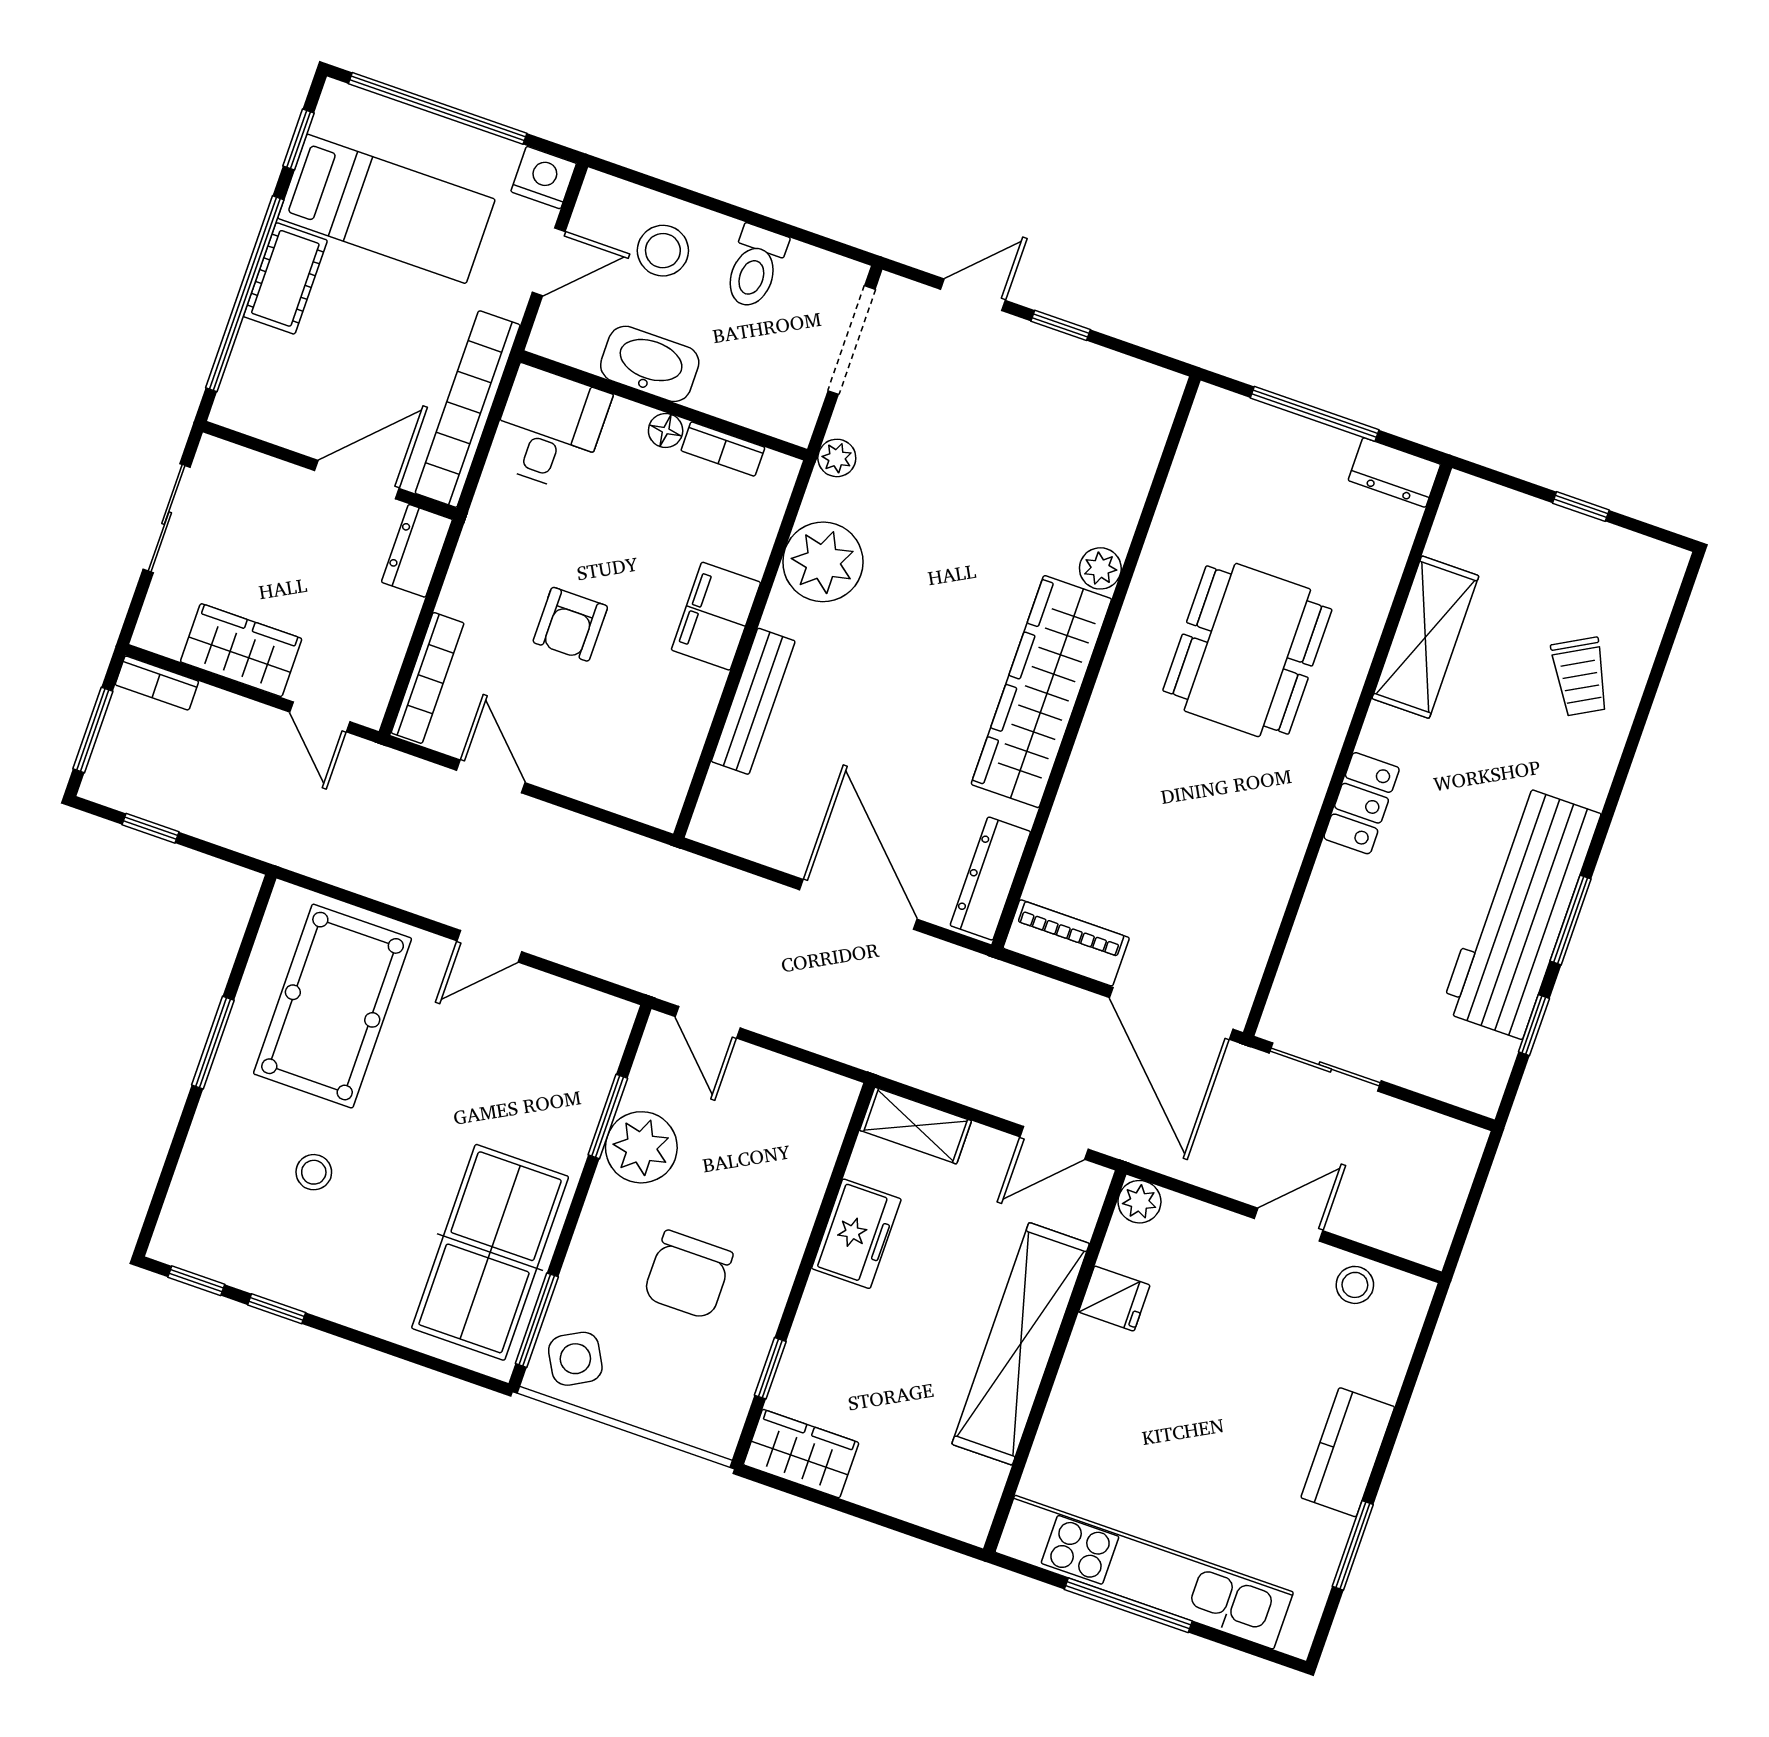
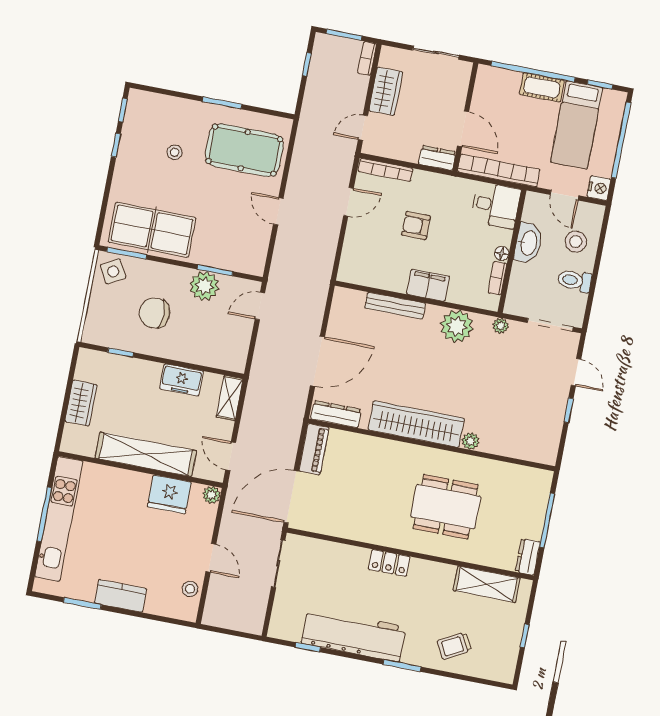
shelving: (1425, 637) -> (487, 584), moved
window: (1571, 920) -> (402, 666), moved
fridge: (1114, 1299) -> (169, 494), width x1.88, depth x1.34
wardrobe: (801, 1454) -> (81, 403), moved

